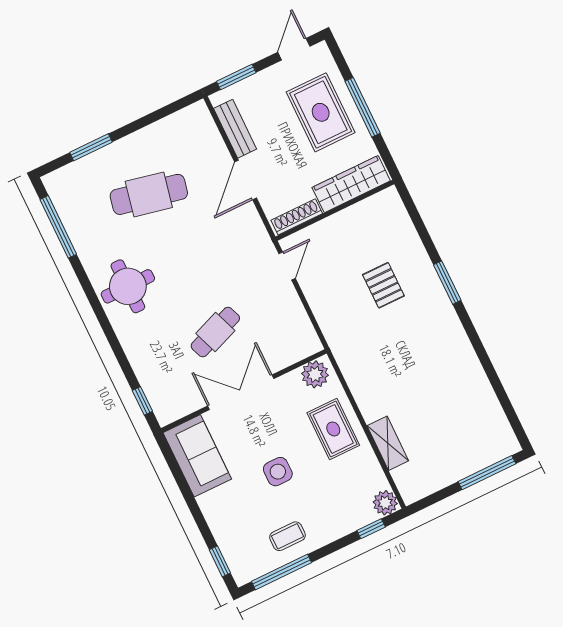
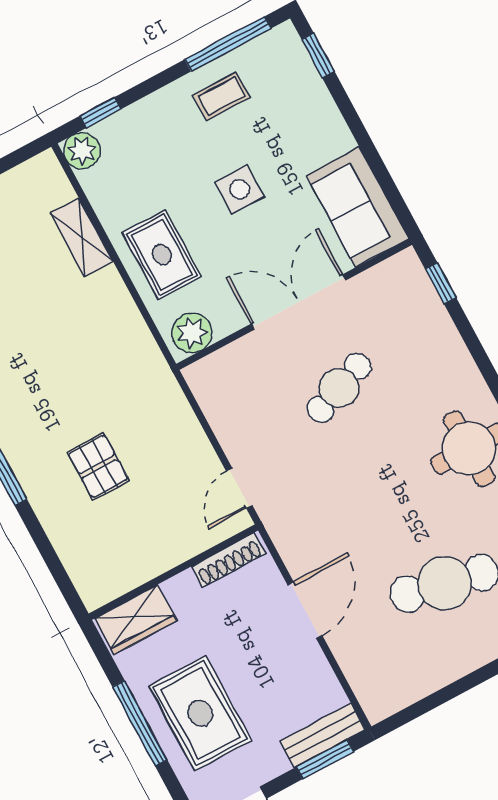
bench: (235, 129) -> (323, 735), moved, turned 90
wardrobe: (351, 184) -> (136, 620), width x0.67
double door: (241, 392) -> (298, 302), swing flipped

